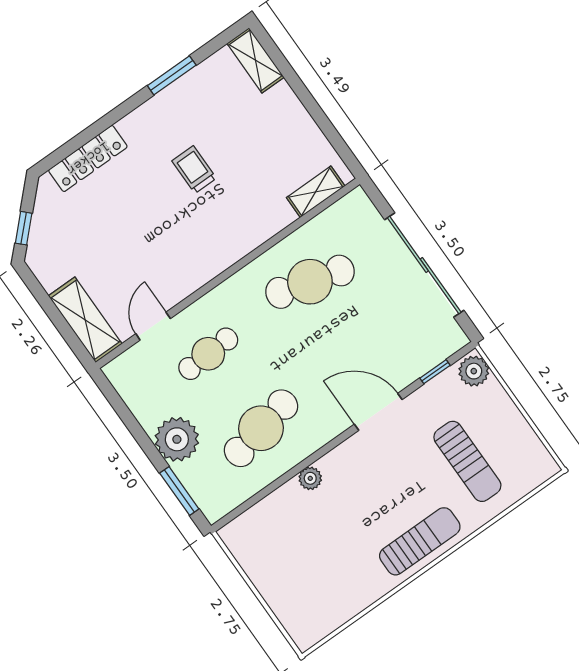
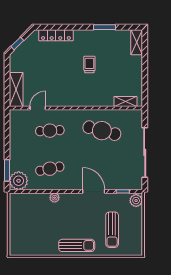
cafe table: (261, 428) -> (50, 169), width x0.73, depth x0.74
plant: (177, 439) -> (19, 181), moved

